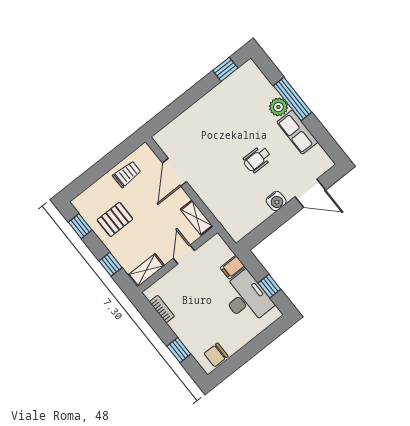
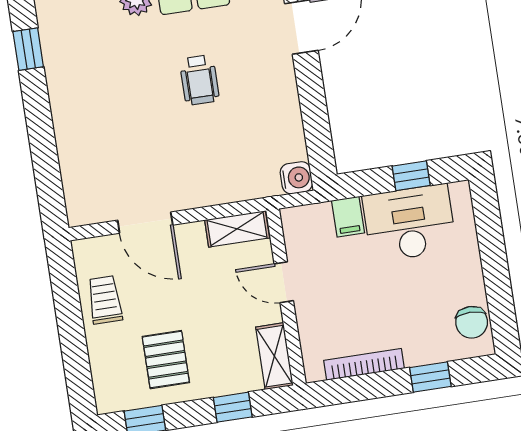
water cooler: (276, 201) -> (296, 178), moved
bookcase: (162, 309) -> (364, 364), width x1.56

